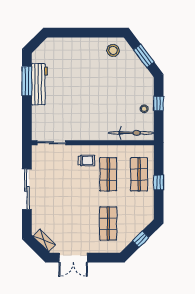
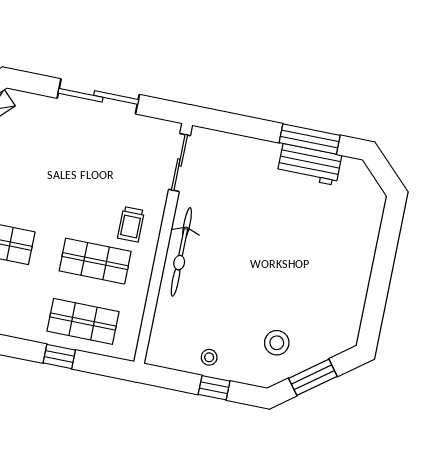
stool: (113, 50) -> (277, 343), moved
workbench: (40, 84) -> (309, 165), width x0.73
bicycle: (131, 133) -> (181, 252), moved

